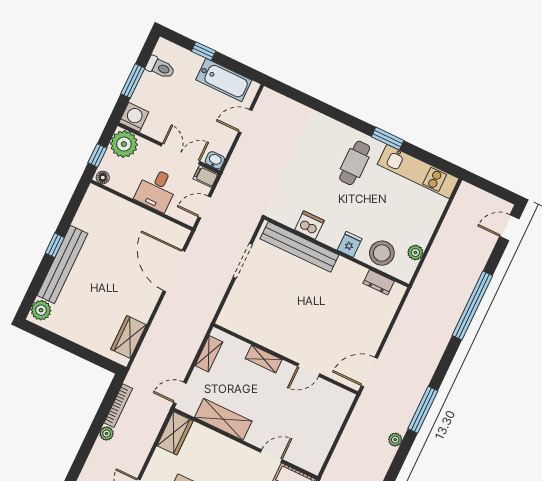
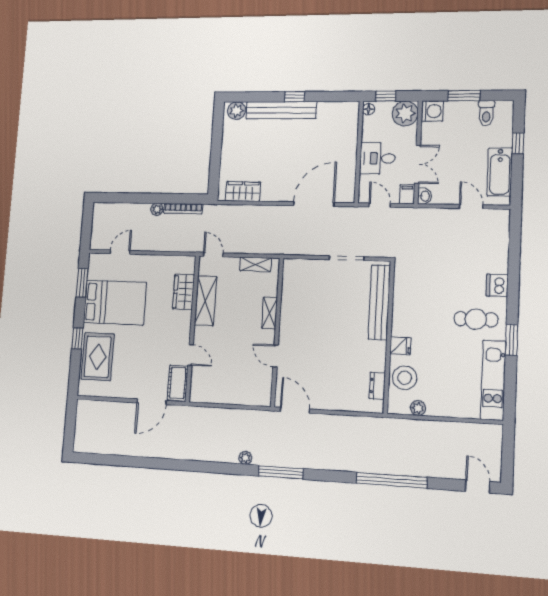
dishwasher: (309, 225) -> (497, 285), moved, turned 180
wardrobe: (175, 433) -> (184, 292), moved, turned 90

